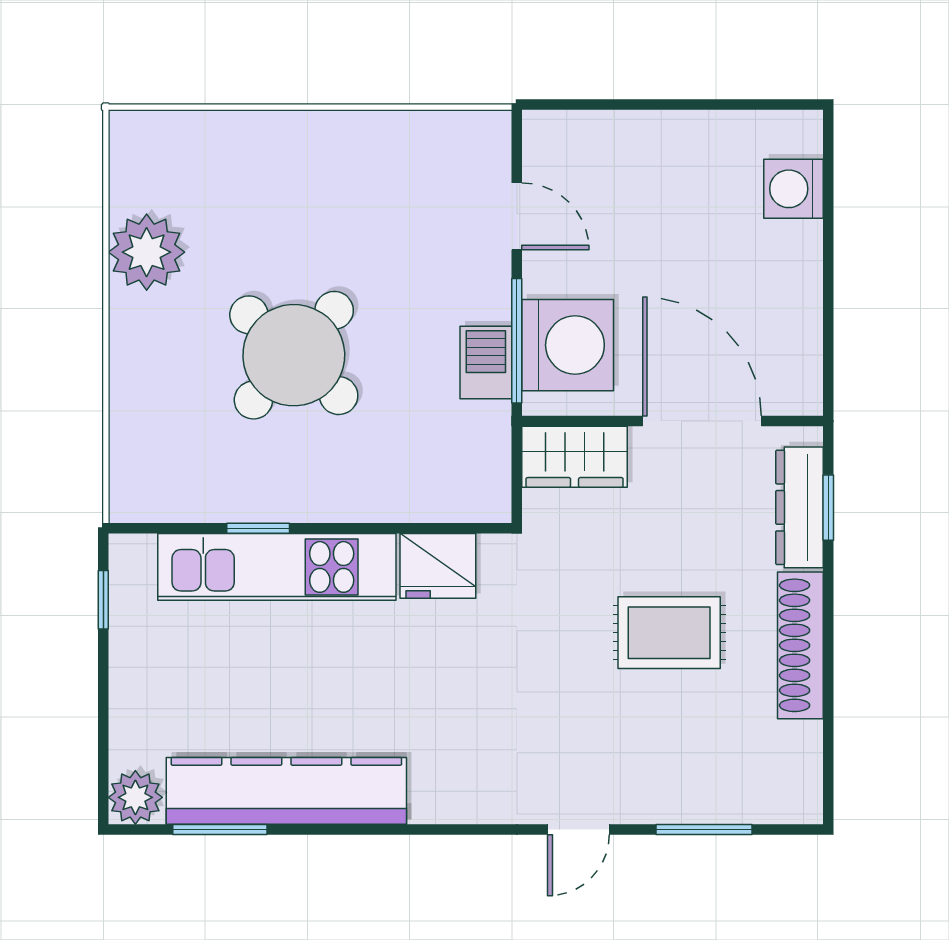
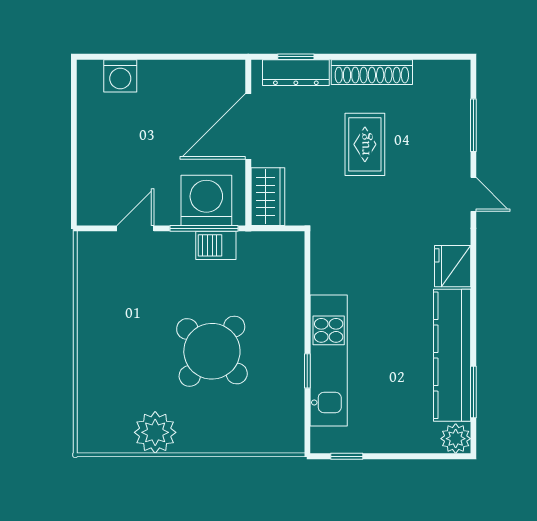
fridge: (438, 566) -> (453, 266), moved, turned 180

